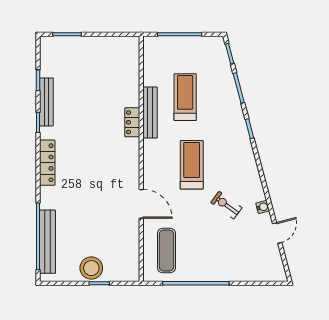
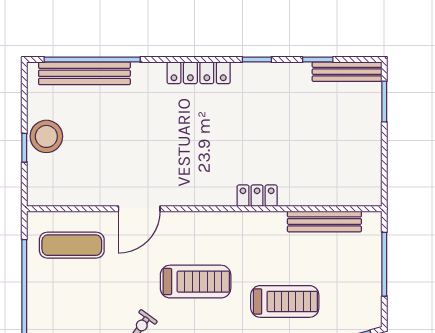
treadmill: (185, 97) -> (285, 301), moved
bench: (46, 102) -> (347, 72), moved
bench: (150, 113) -> (324, 221), moved

